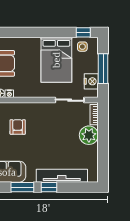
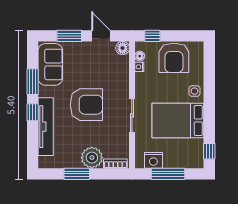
side table: (82, 47) -> (195, 91), moved
sliding door: (70, 100) -> (132, 115), moved
armchair: (18, 127) -> (86, 105), moved, width x1.88, depth x1.88
window: (103, 148) -> (77, 174), added

